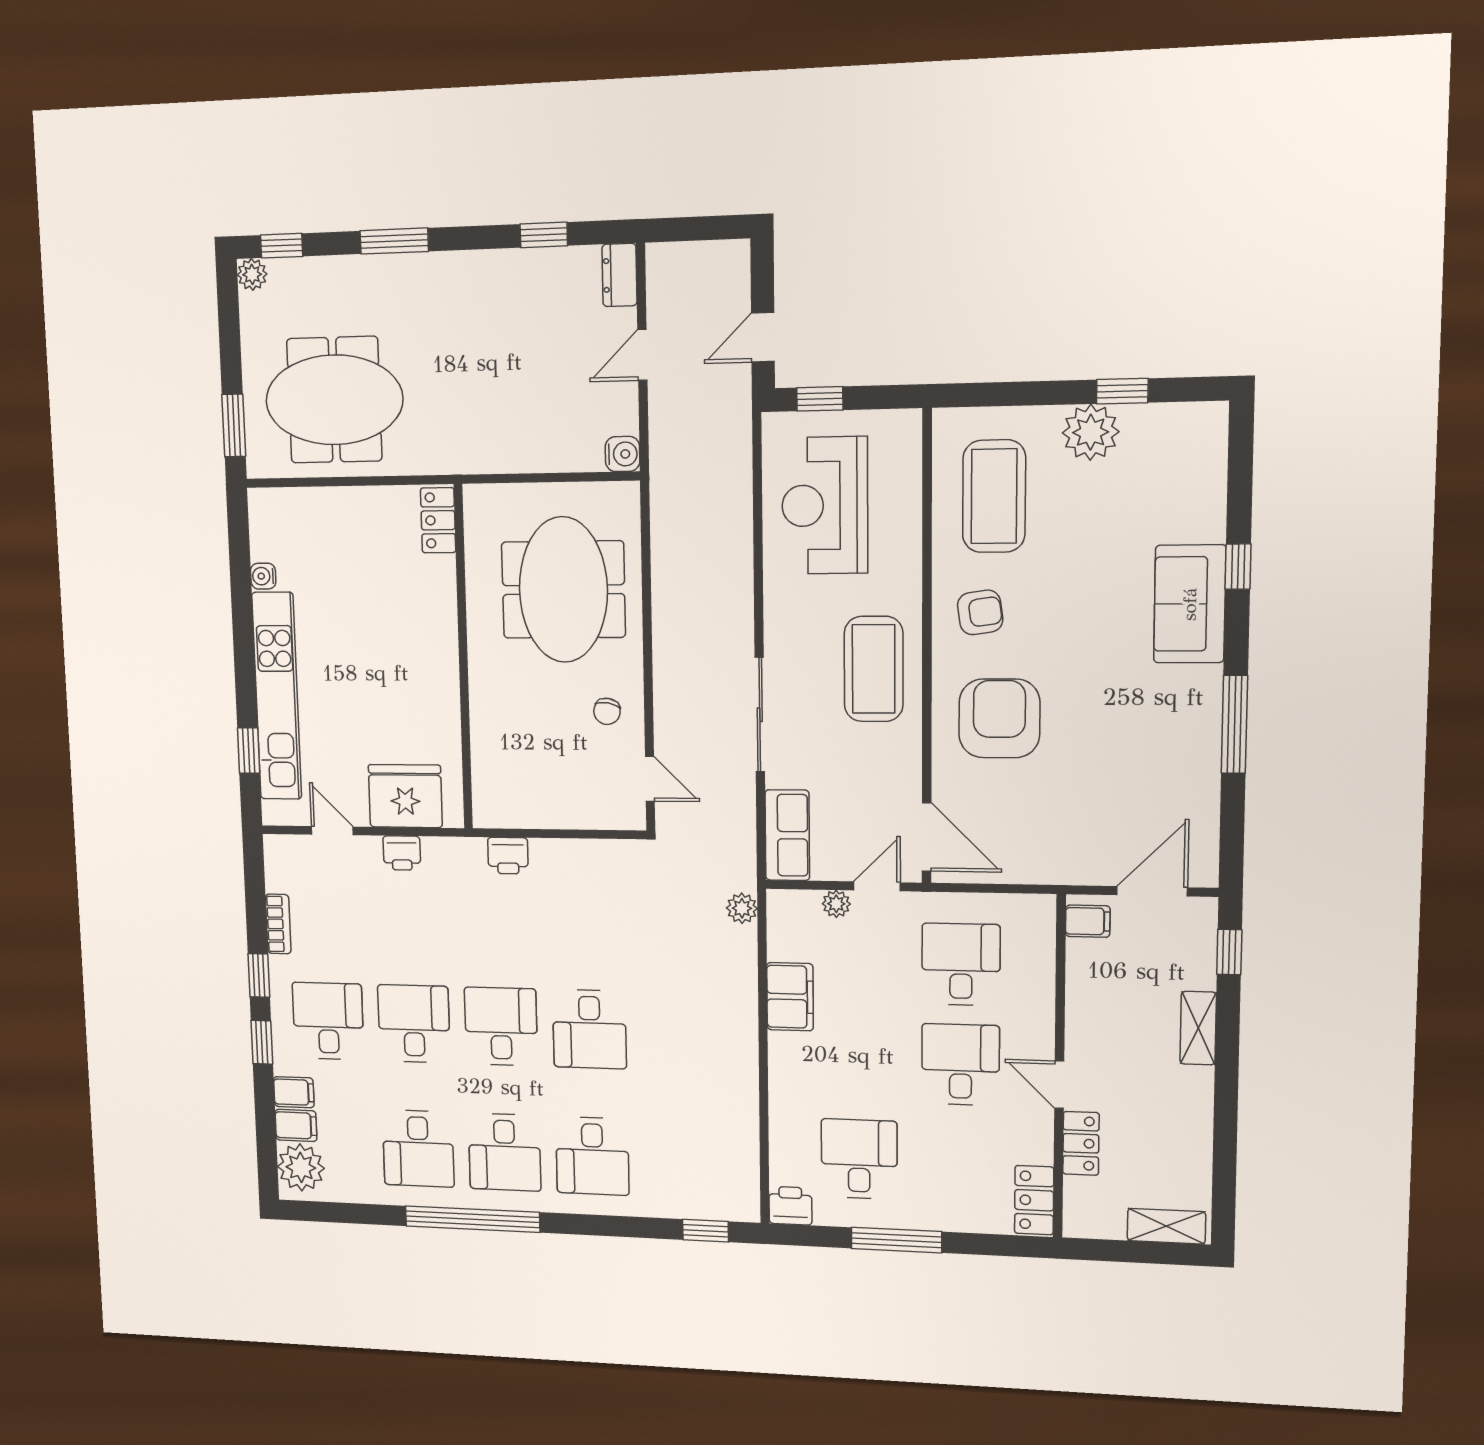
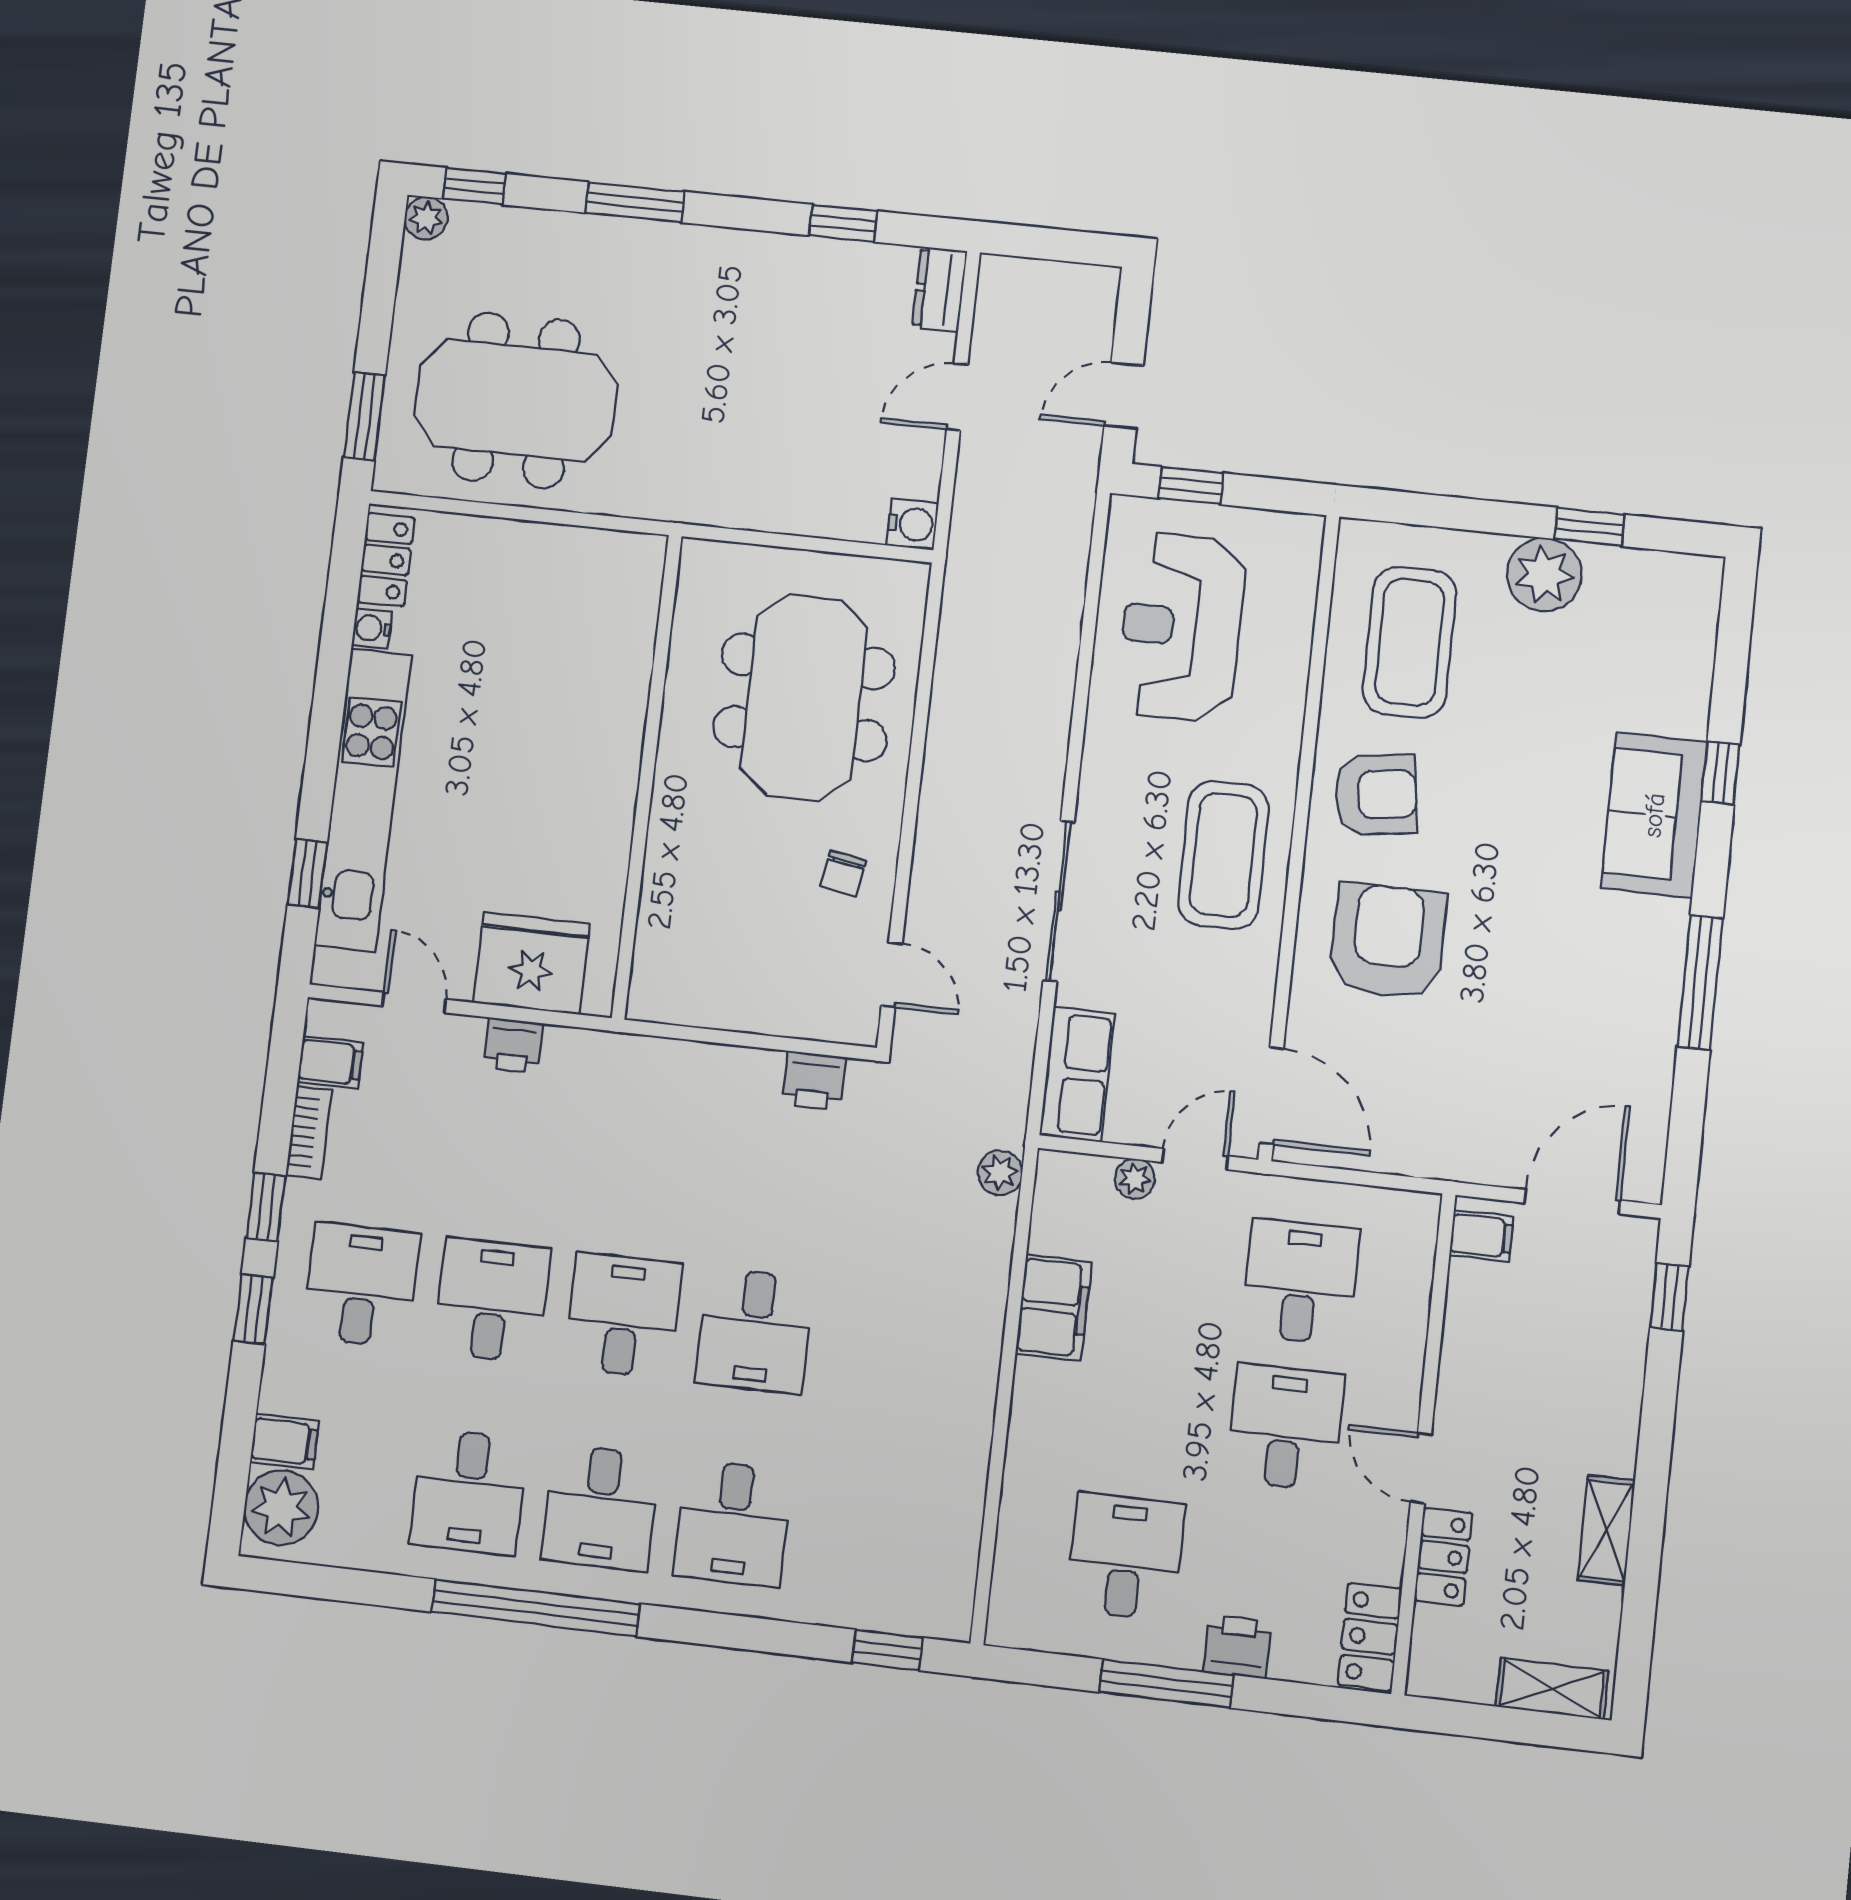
locker: (438, 520) -> (386, 560), moved, turned 180
armchair: (980, 612) -> (1376, 795), width x1.38, depth x1.38
printer: (508, 856) -> (814, 1081), moved
shelving: (1198, 1028) -> (1606, 1530), moved
filing cabinet: (294, 1092) -> (330, 1062), moved
printer: (790, 1206) -> (1237, 1647), moved

